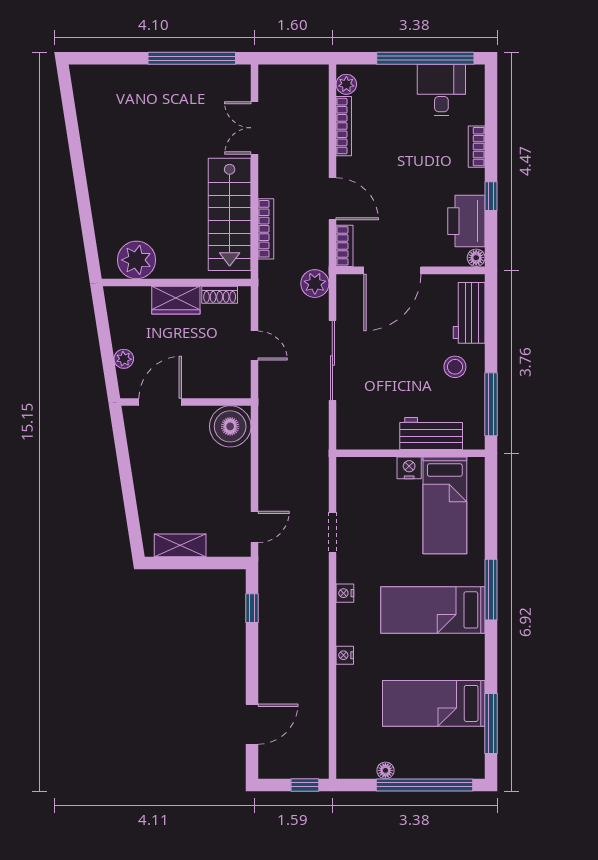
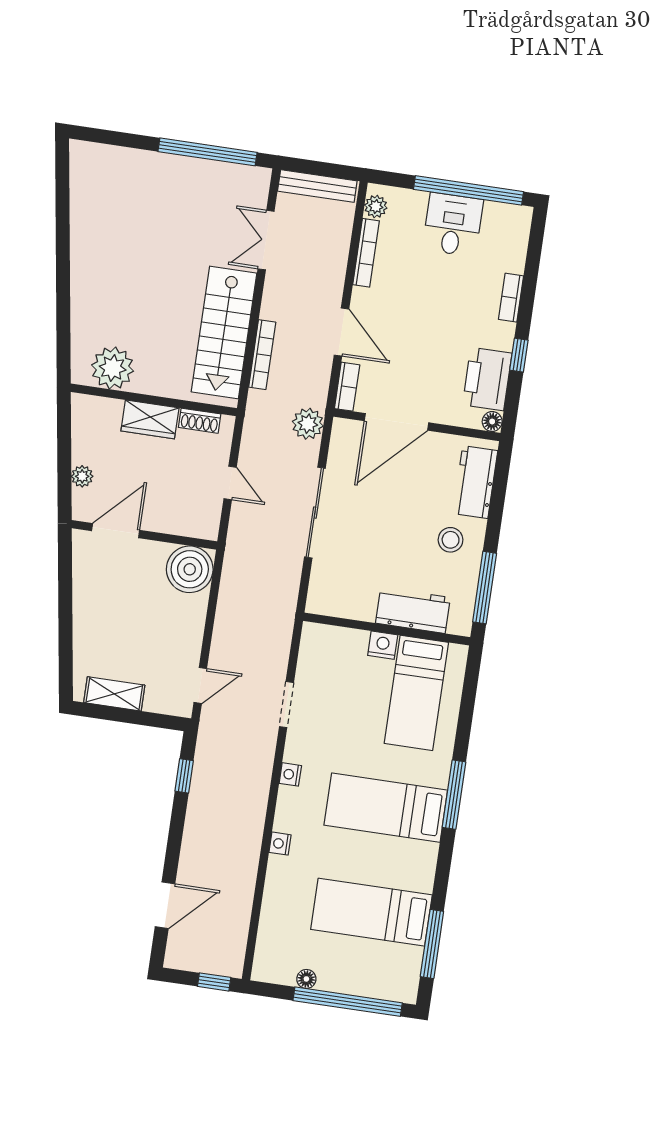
bench: (292, 74) -> (317, 186), added
desk: (441, 90) -> (453, 225), moved

